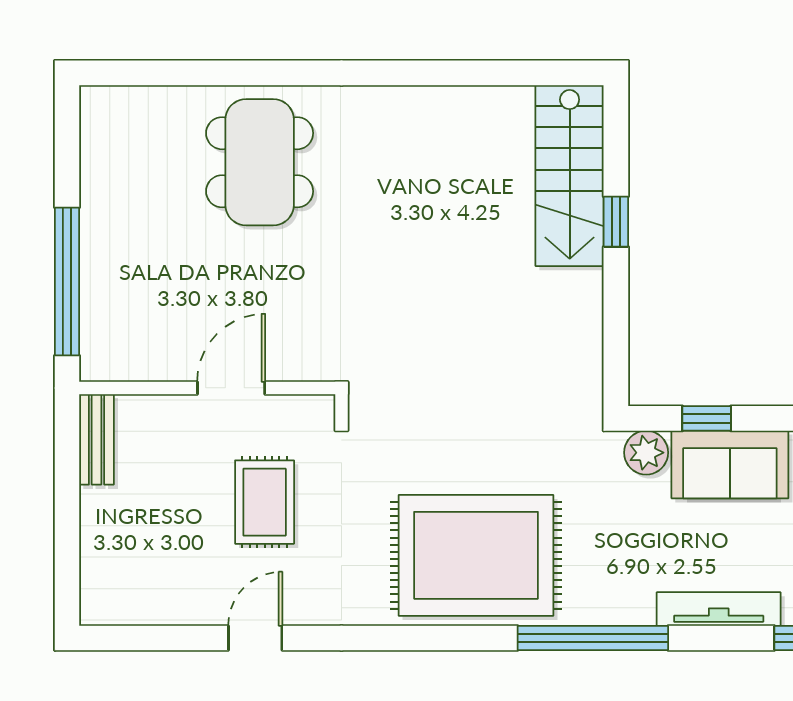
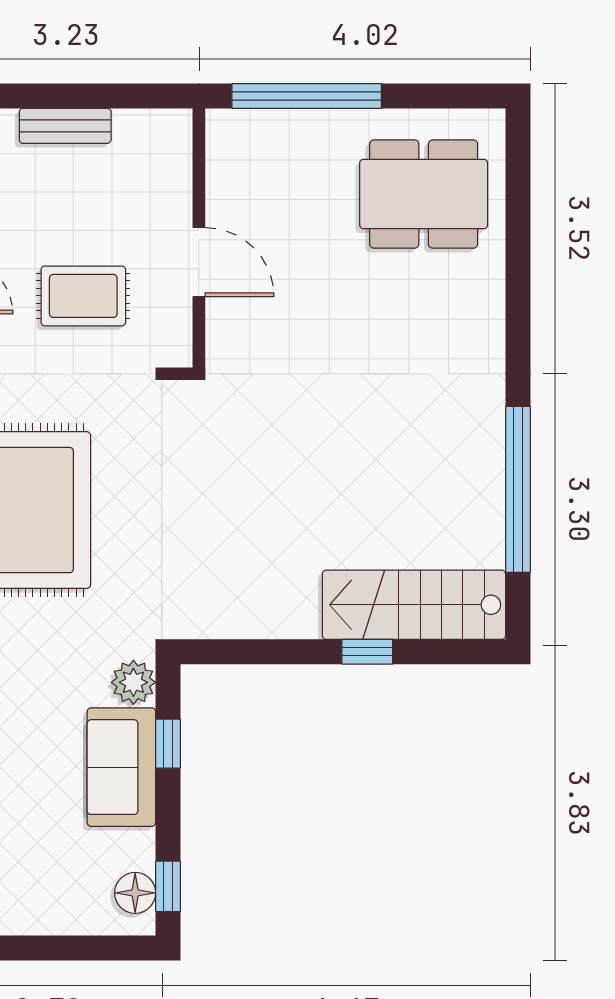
window: (456, 73) -> (518, 489), added
dining table: (260, 162) -> (424, 194), moved
bench: (97, 439) -> (65, 126), moved

